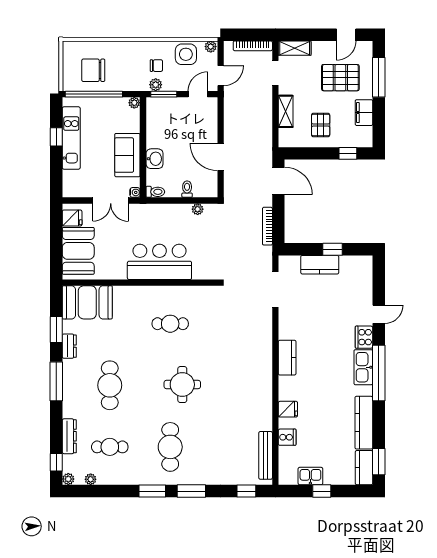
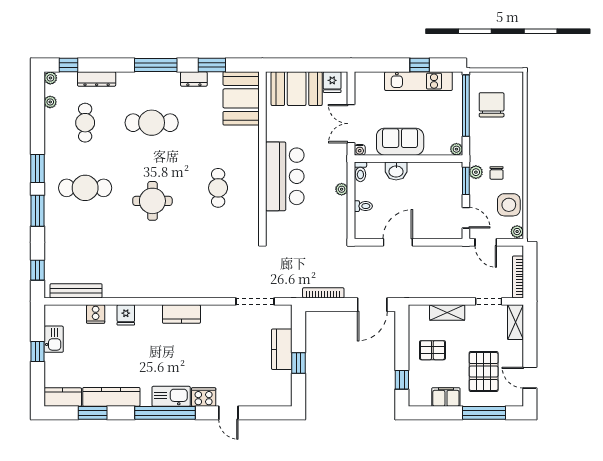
plant: (198, 209) -> (342, 189), moved
window: (379, 462) -> (93, 413), moved

